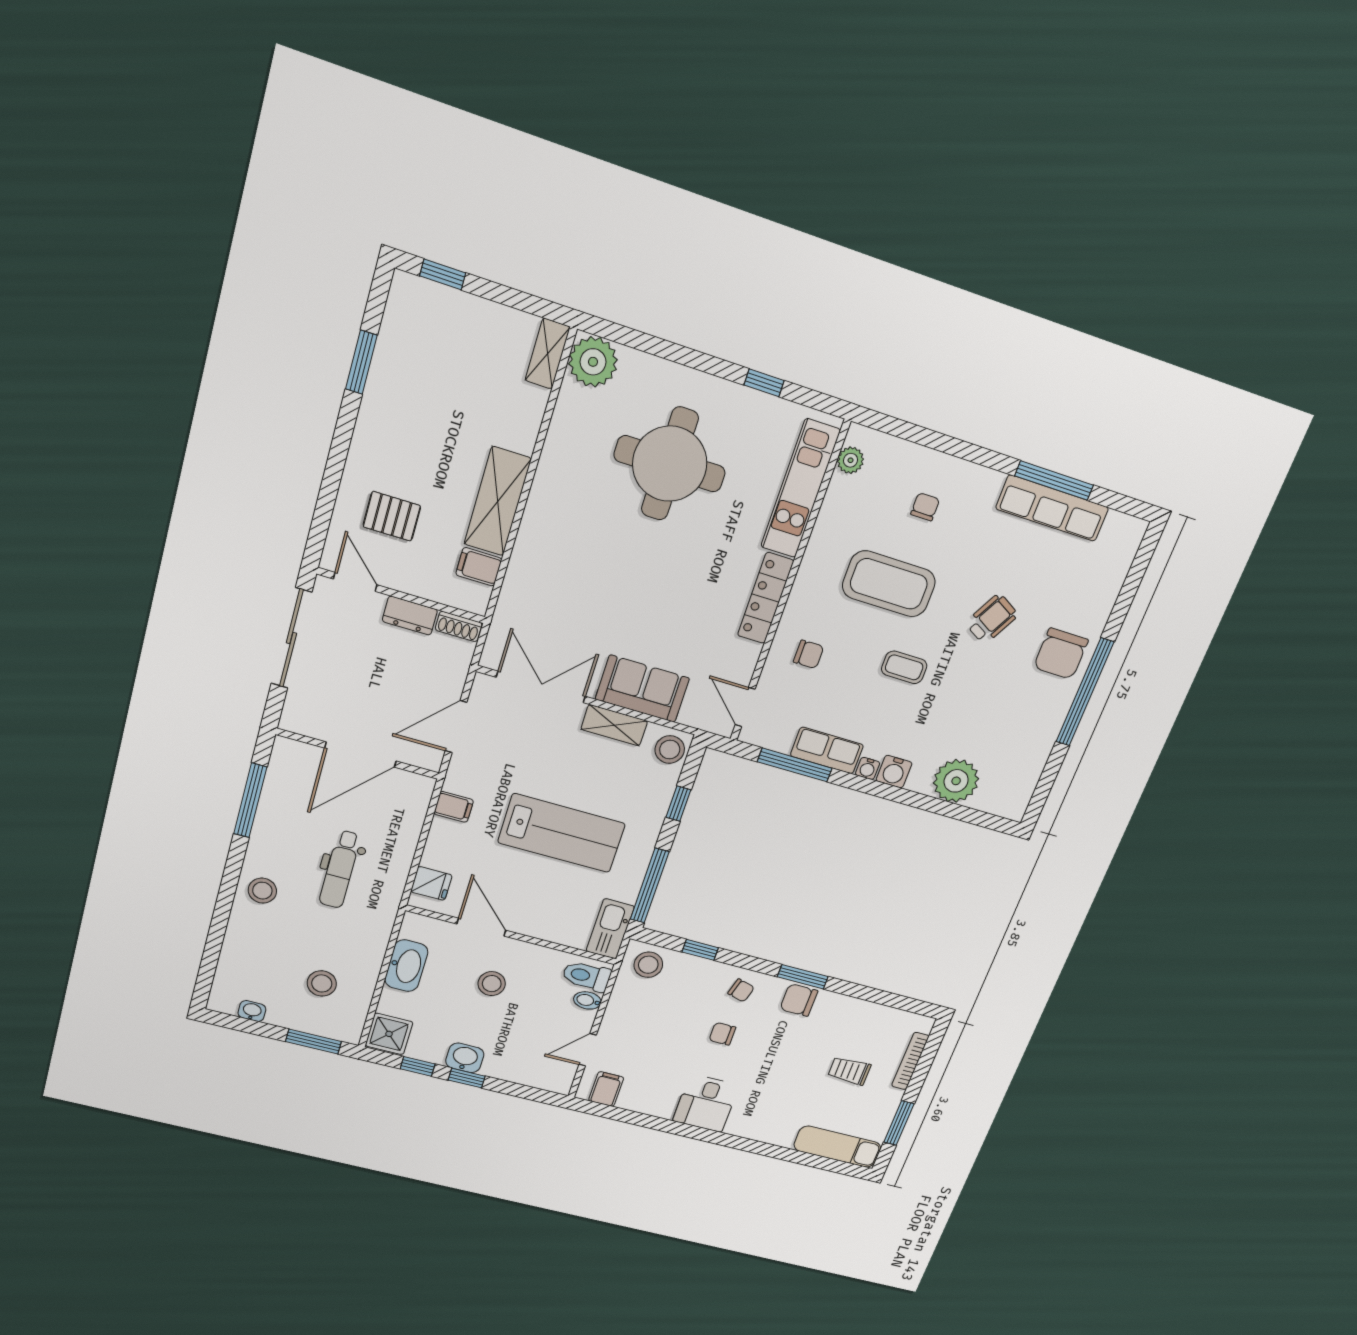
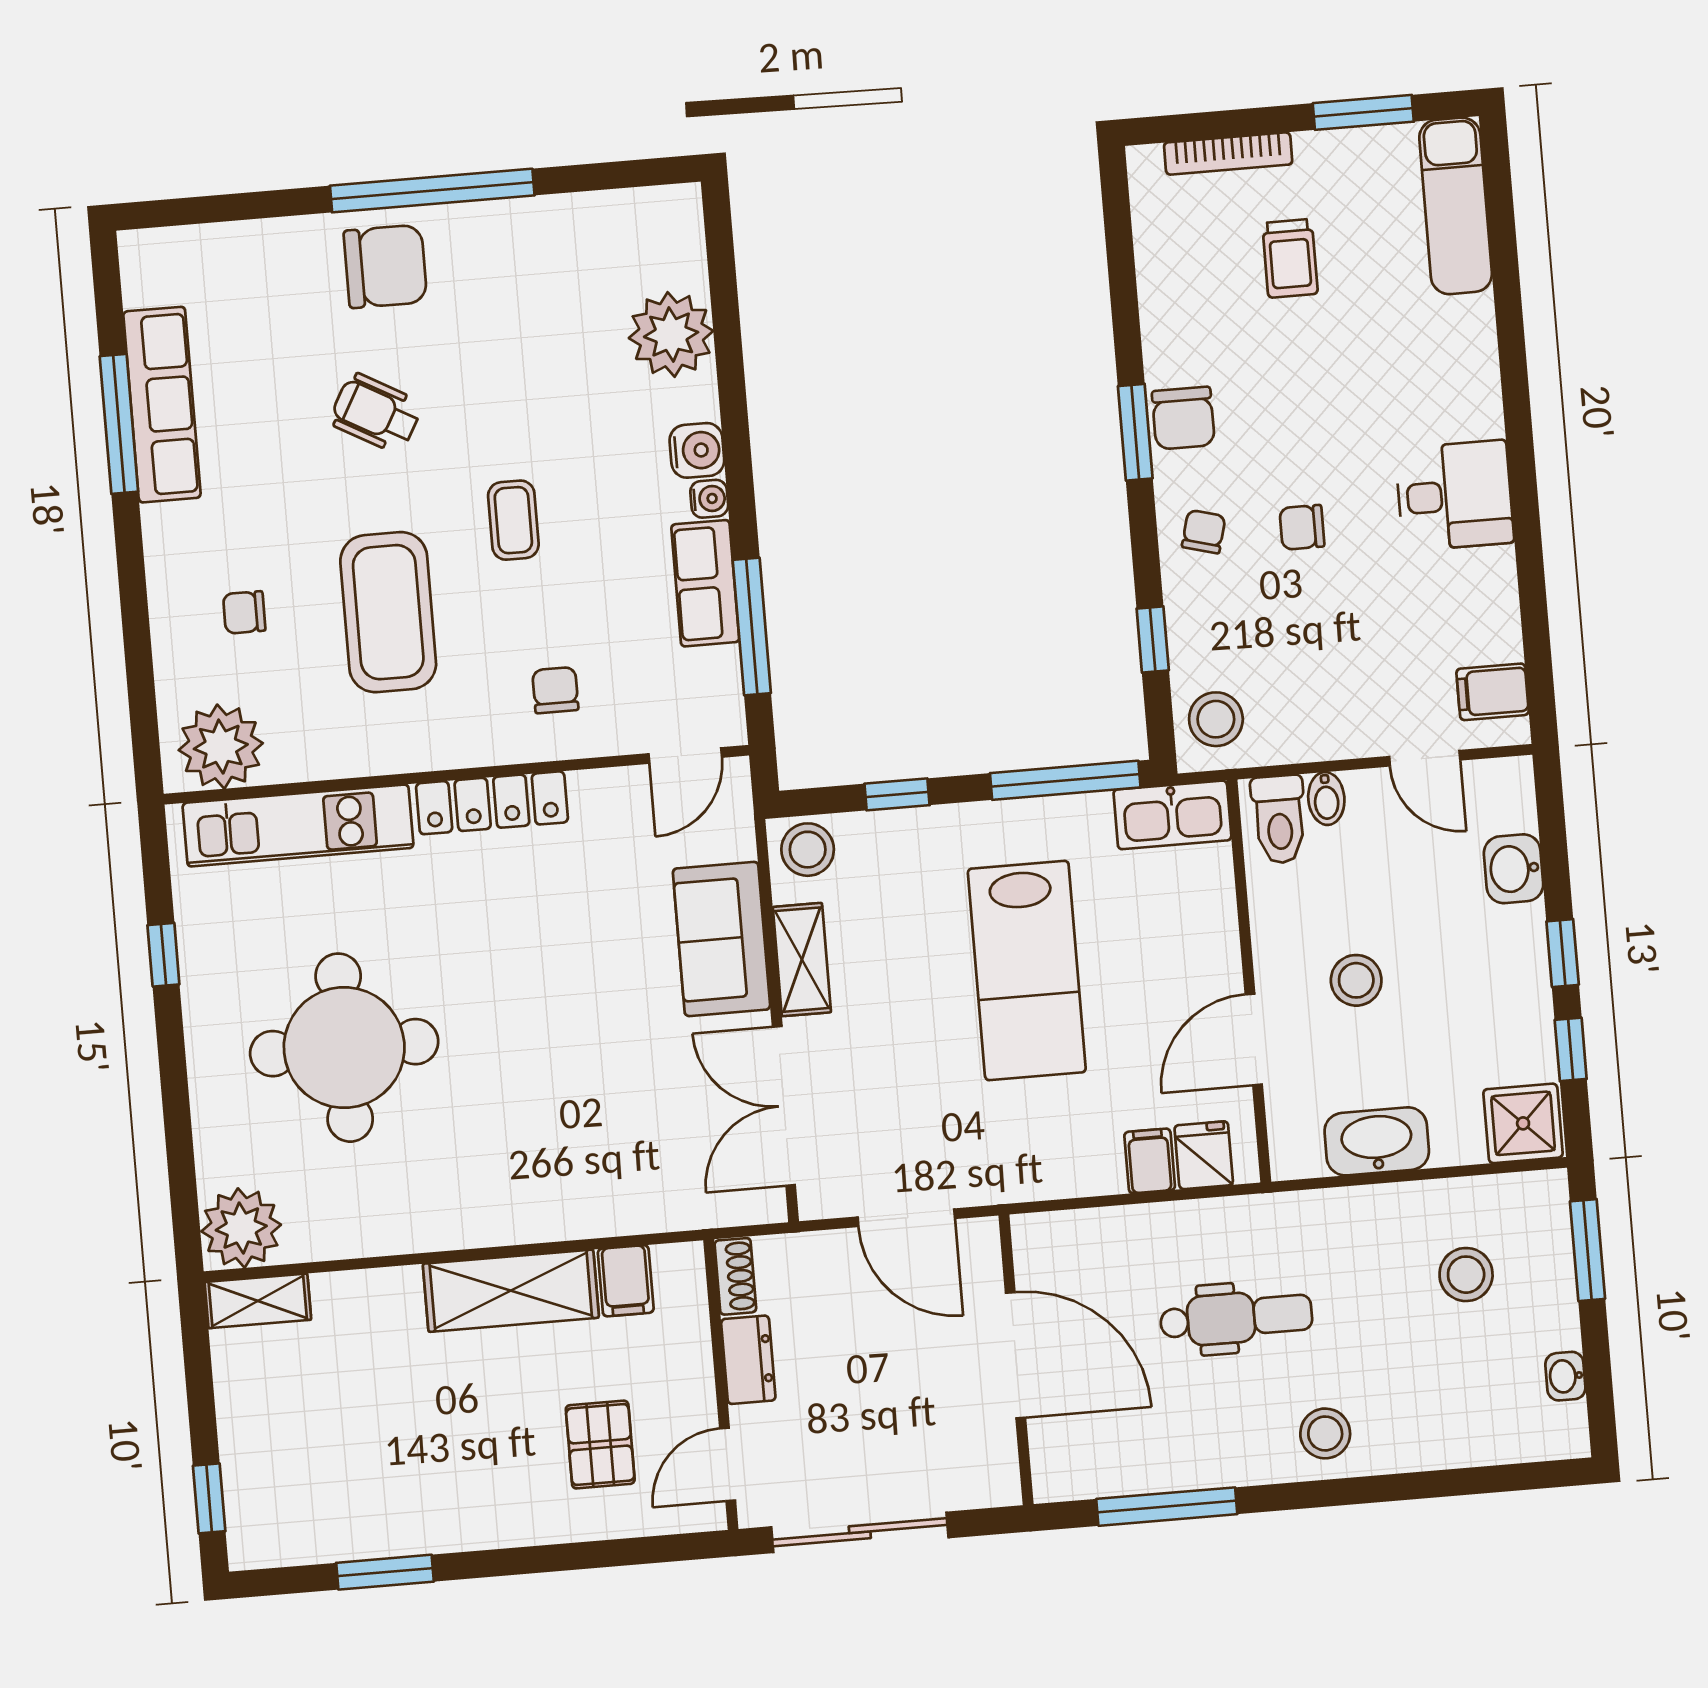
plant: (851, 460) -> (221, 747), width x1.87, depth x1.87
filing cabinet: (454, 807) -> (1150, 1161), moved
lab bench: (561, 833) -> (1027, 970), turned 180
chair: (722, 1034) -> (1302, 527), turned 90
washbasin: (465, 1058) -> (1514, 869), moved

